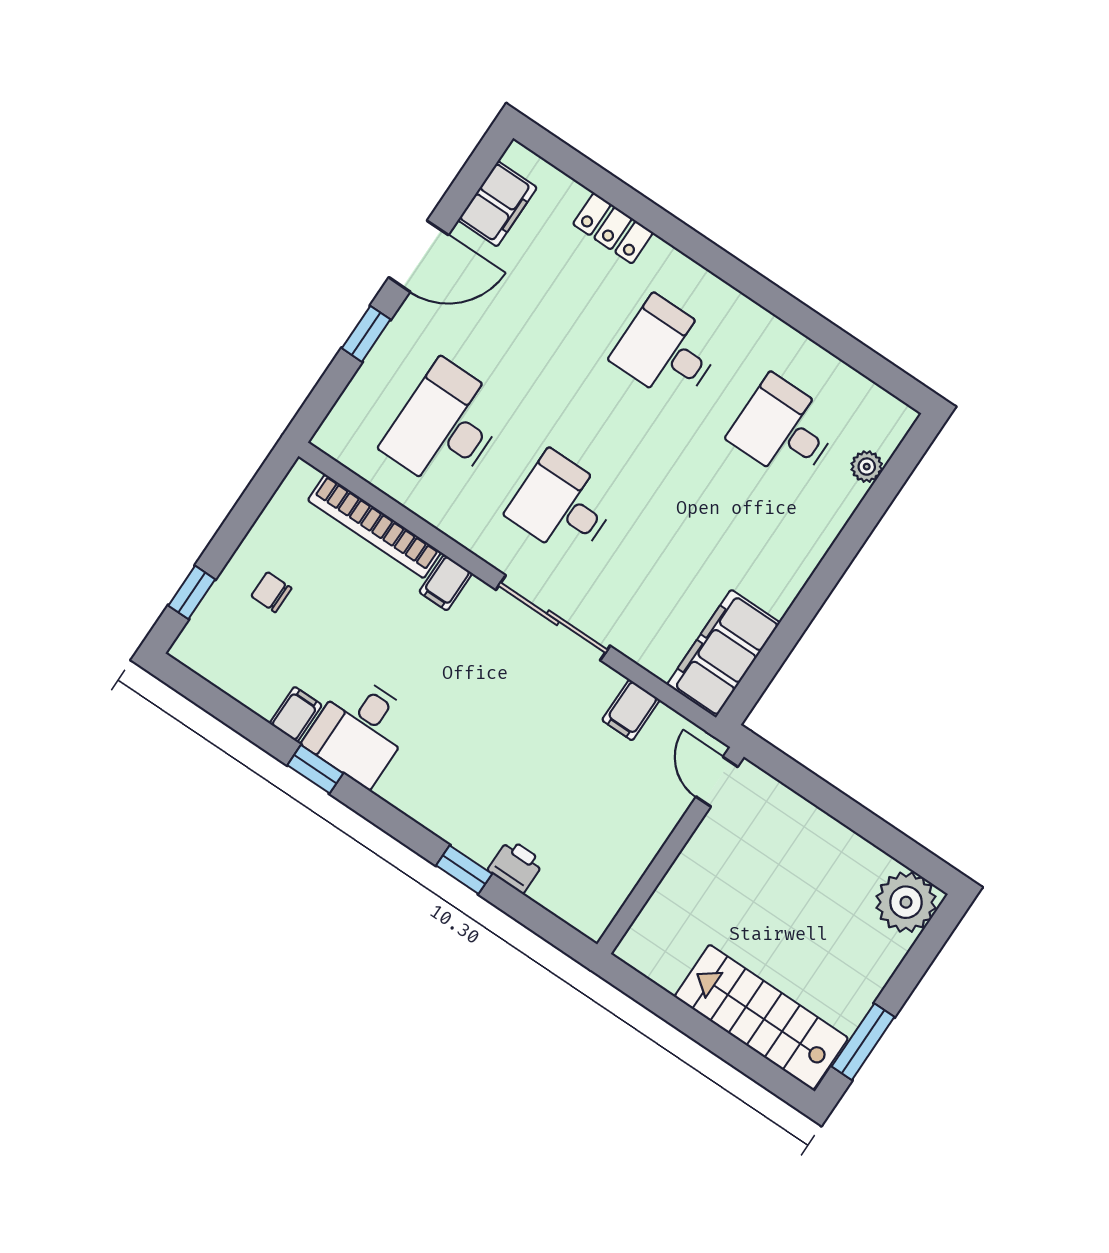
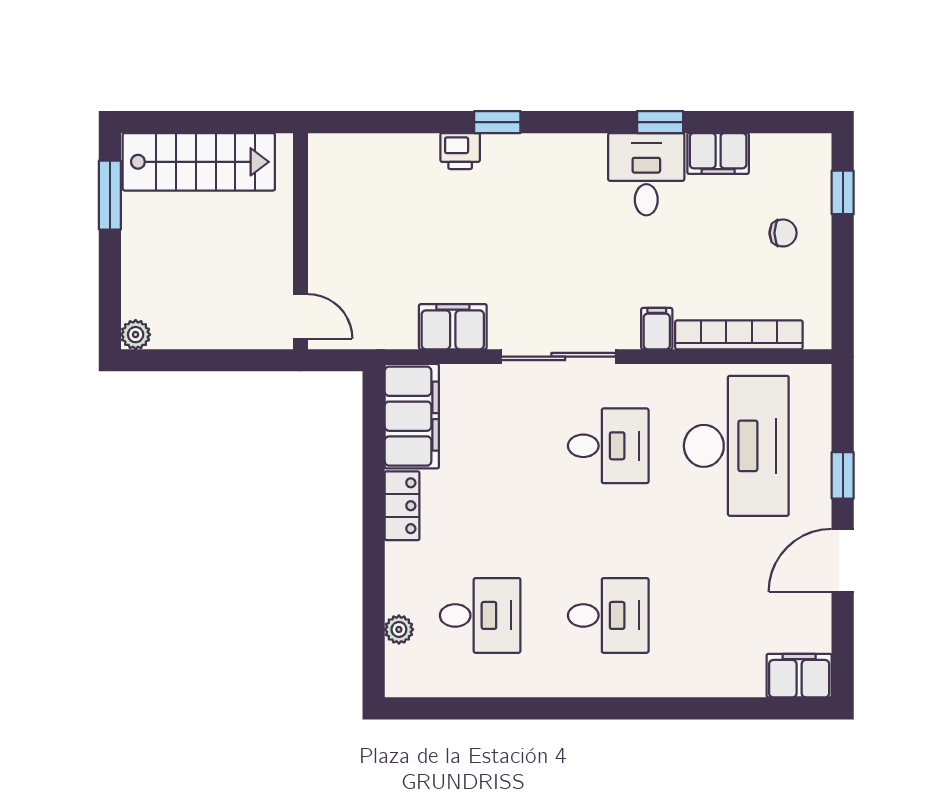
filing cabinet: (497, 204) -> (799, 676), moved, turned 90
locker: (613, 228) -> (402, 506), moved, turned 90
desk: (445, 426) -> (736, 446), width x1.36, depth x1.30
filing cabinet: (631, 710) -> (453, 327), width x2.00
filing cabinet: (296, 714) -> (718, 154), width x2.00
door: (717, 782) -> (300, 316), moved
wall: (670, 850) -> (300, 241), moved
plant: (906, 902) -> (136, 335), width x0.53, depth x0.53

